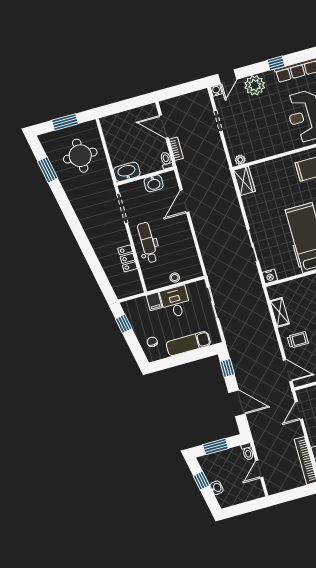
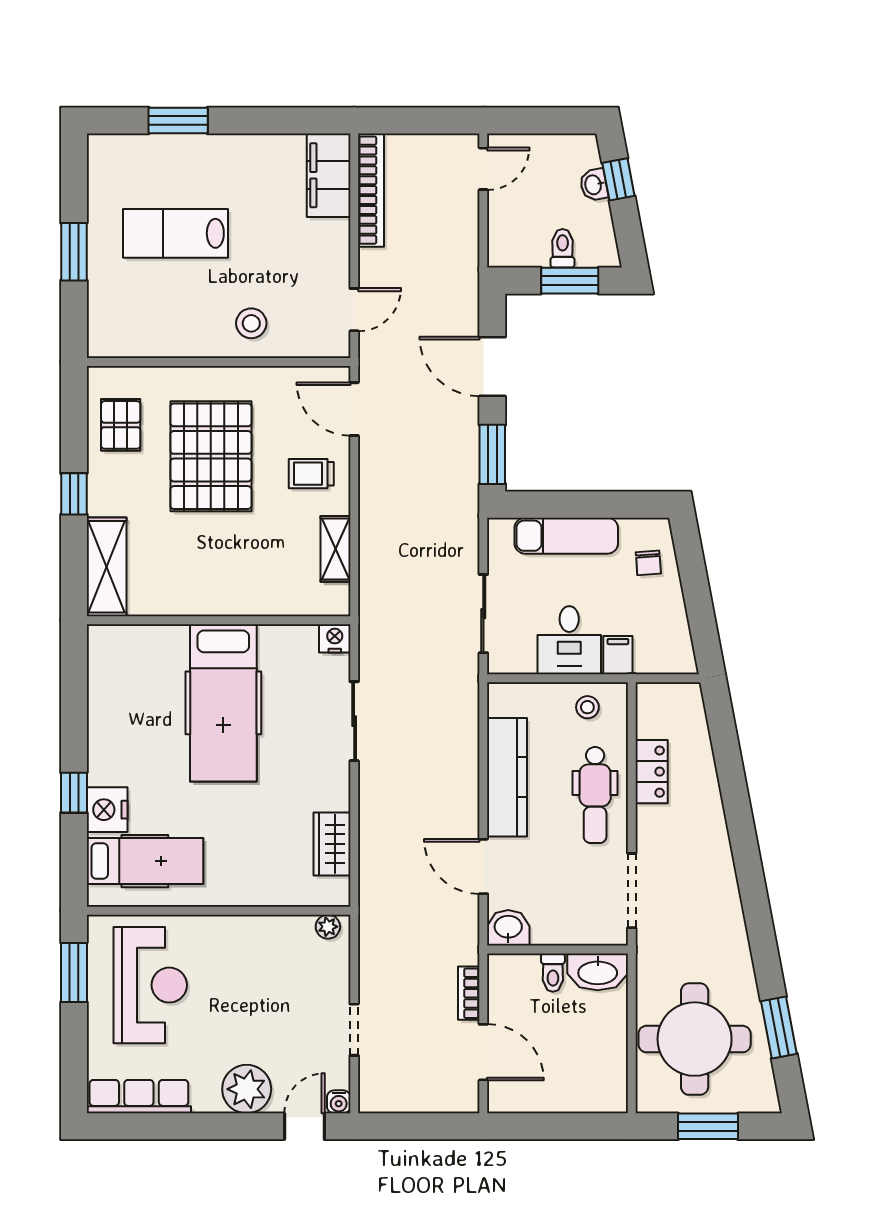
window: (276, 63) -> (183, 1126), removed
round table: (80, 156) -> (695, 1039), width x1.36, depth x1.36
toilet: (166, 160) -> (553, 973), moved
wardrobe: (244, 181) -> (332, 844), moved
washbasin: (154, 183) -> (508, 928), moved
door: (185, 201) -> (483, 866), swing flipped
kitchen counter: (185, 240) -> (507, 777), added
stool: (175, 278) -> (587, 707), moved
window: (124, 324) -> (702, 623), removed
window: (227, 368) -> (492, 454), width x1.50
toilet: (248, 452) -> (563, 248), moved
door: (259, 469) -> (483, 169), moved
window: (201, 481) -> (618, 179), moved

